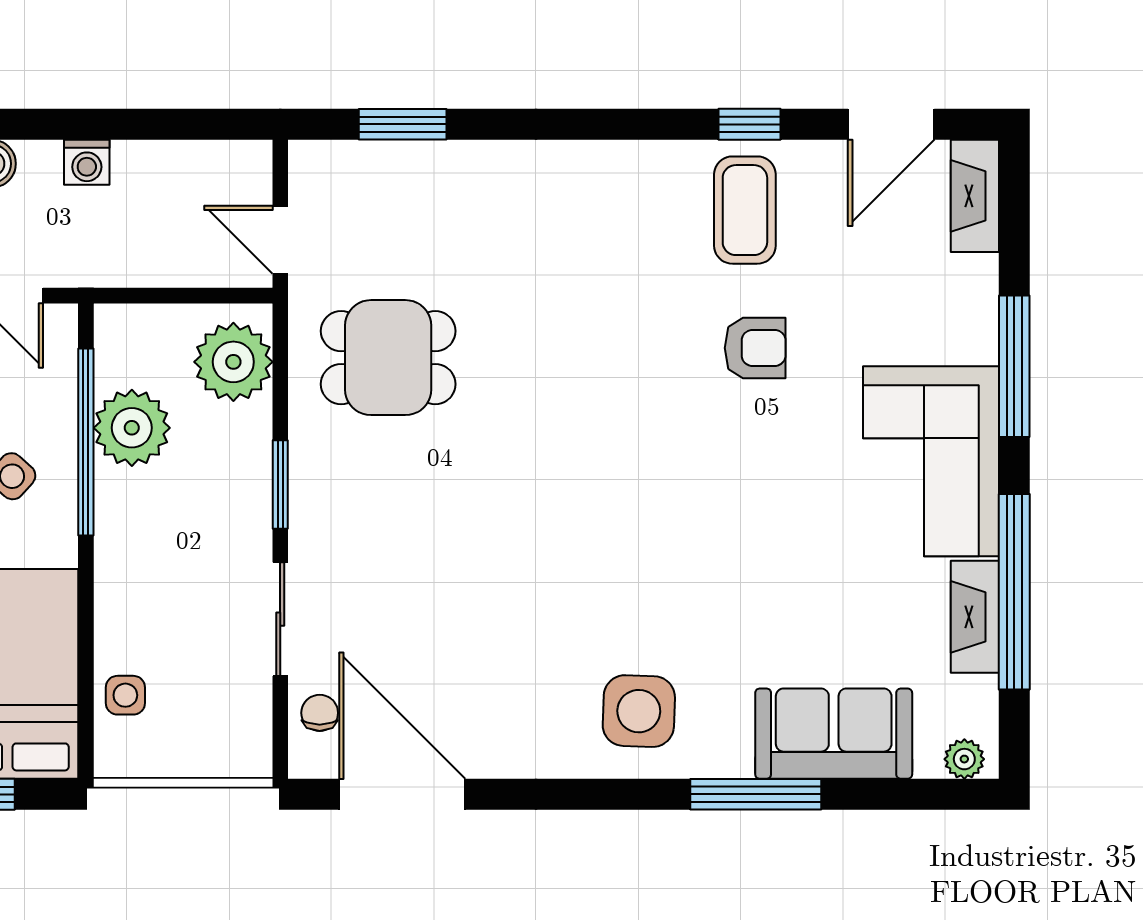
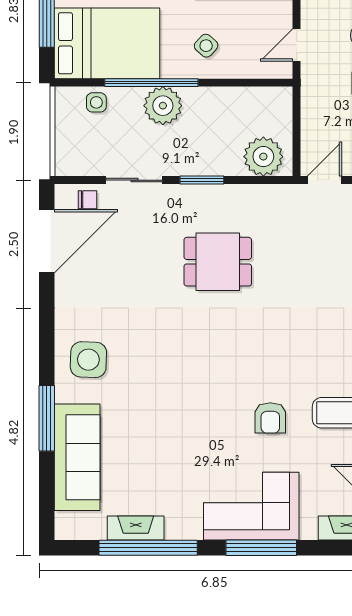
dining table: (388, 358) -> (218, 262), moved, turned 90
plant: (132, 428) -> (163, 106), moved
window: (86, 442) -> (151, 83), moved
corner sofa: (931, 461) -> (251, 506), moved
sofa: (834, 734) -> (77, 457), width x1.36
plant: (964, 759) -> (64, 523), removed

